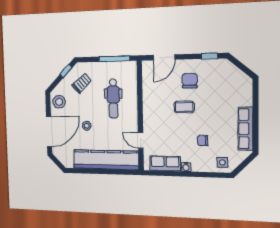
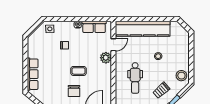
dental chair: (113, 98) -> (135, 78), turned 180
plant: (150, 124) -> (106, 58), added
row of seats: (245, 129) -> (33, 74), moved
door: (49, 132) -> (191, 51), removed
door: (141, 140) -> (113, 45), hinge flipped

